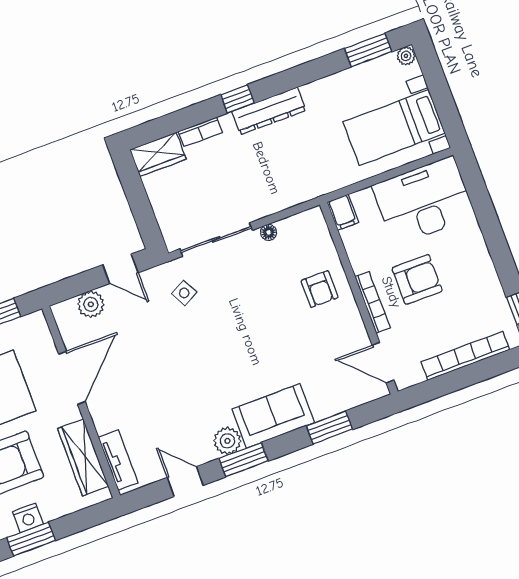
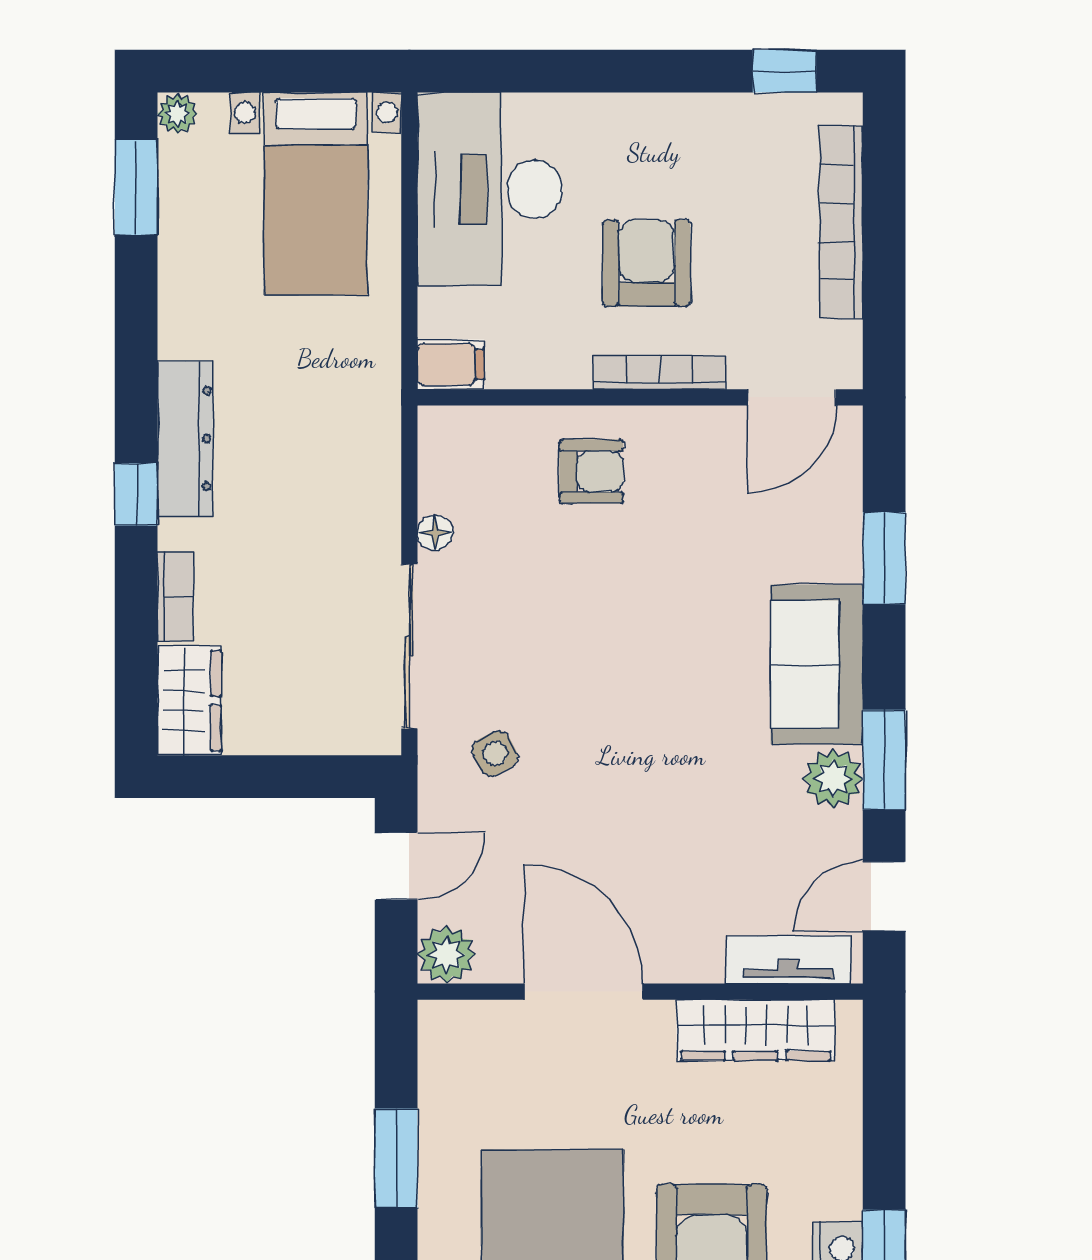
door: (72, 378) -> (583, 992), moved
wall: (81, 402) -> (640, 992), moved
wardrobe: (83, 457) -> (756, 1030), moved
tv unit: (118, 460) -> (788, 960), moved

